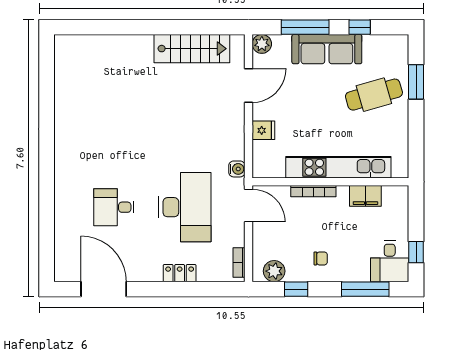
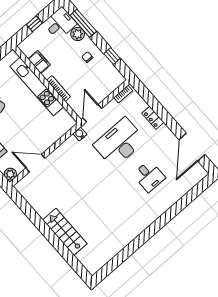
stairs: (192, 49) -> (65, 232), moved
fridge: (263, 130) -> (50, 137), removed
window: (416, 252) -> (34, 24), moved
plant: (274, 271) -> (78, 34), moved

